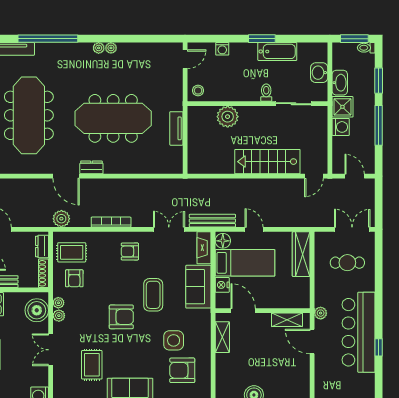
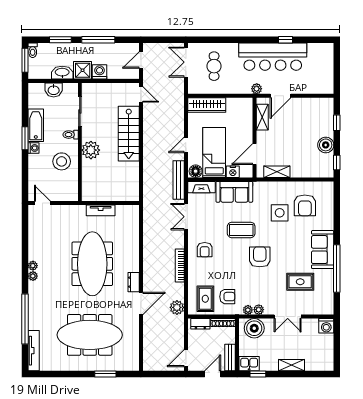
washing machine: (222, 49) -> (34, 148), moved
stool: (198, 91) -> (62, 161), moved, width x1.89, depth x1.89
plant: (228, 117) -> (91, 150), moved

